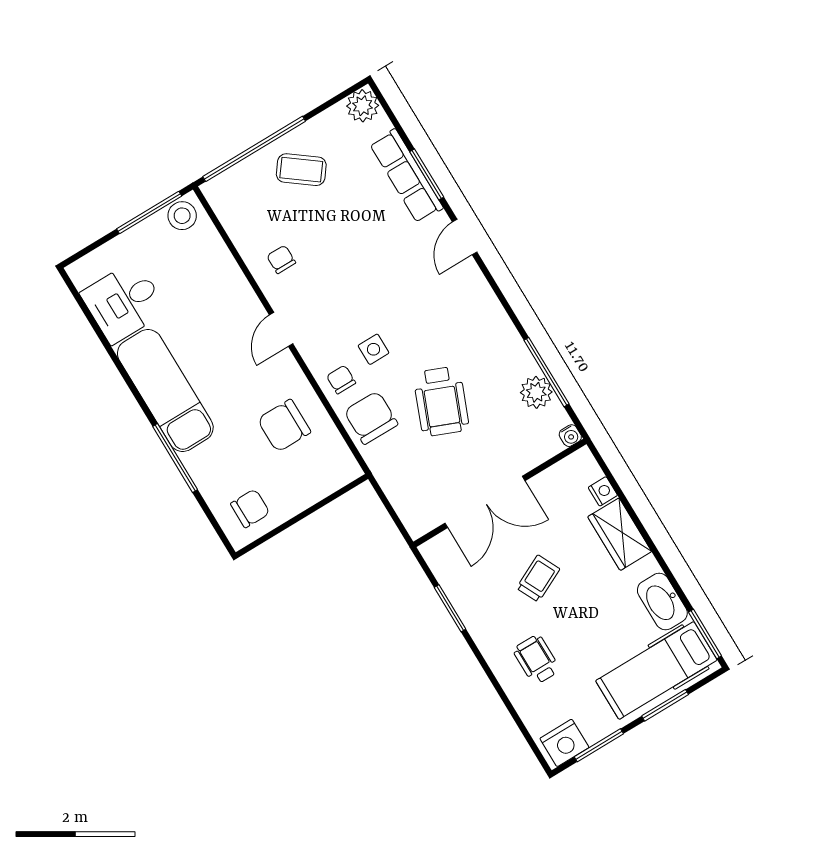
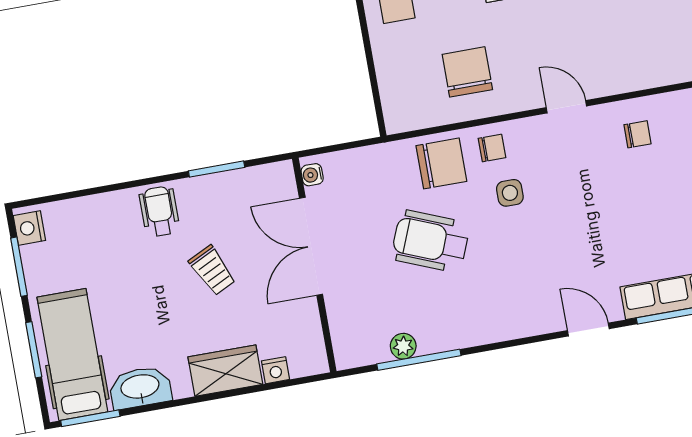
plant: (536, 392) -> (403, 346), width x0.73, depth x0.73
water cooler: (570, 436) -> (312, 175), moved
wheelchair: (536, 660) -> (159, 211), moved, turned -90
nightstand: (564, 743) -> (29, 228), width x0.74, depth x0.75

